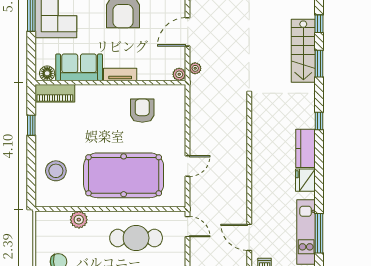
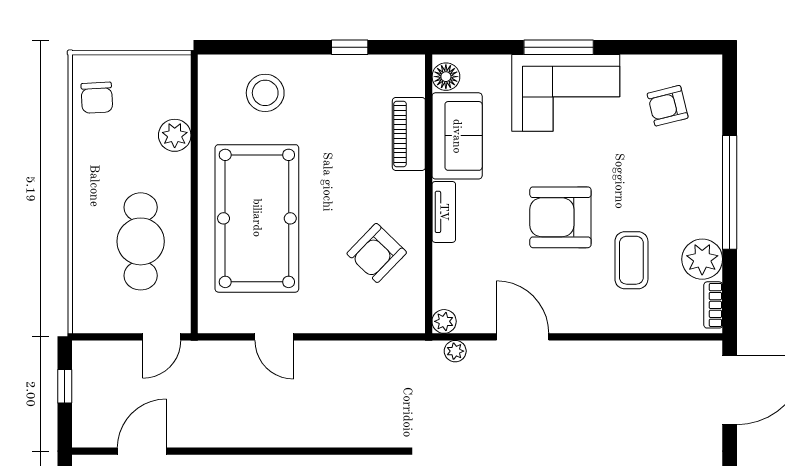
piano: (55, 93) -> (409, 134), moved
armchair: (142, 111) -> (377, 253), turned 134

